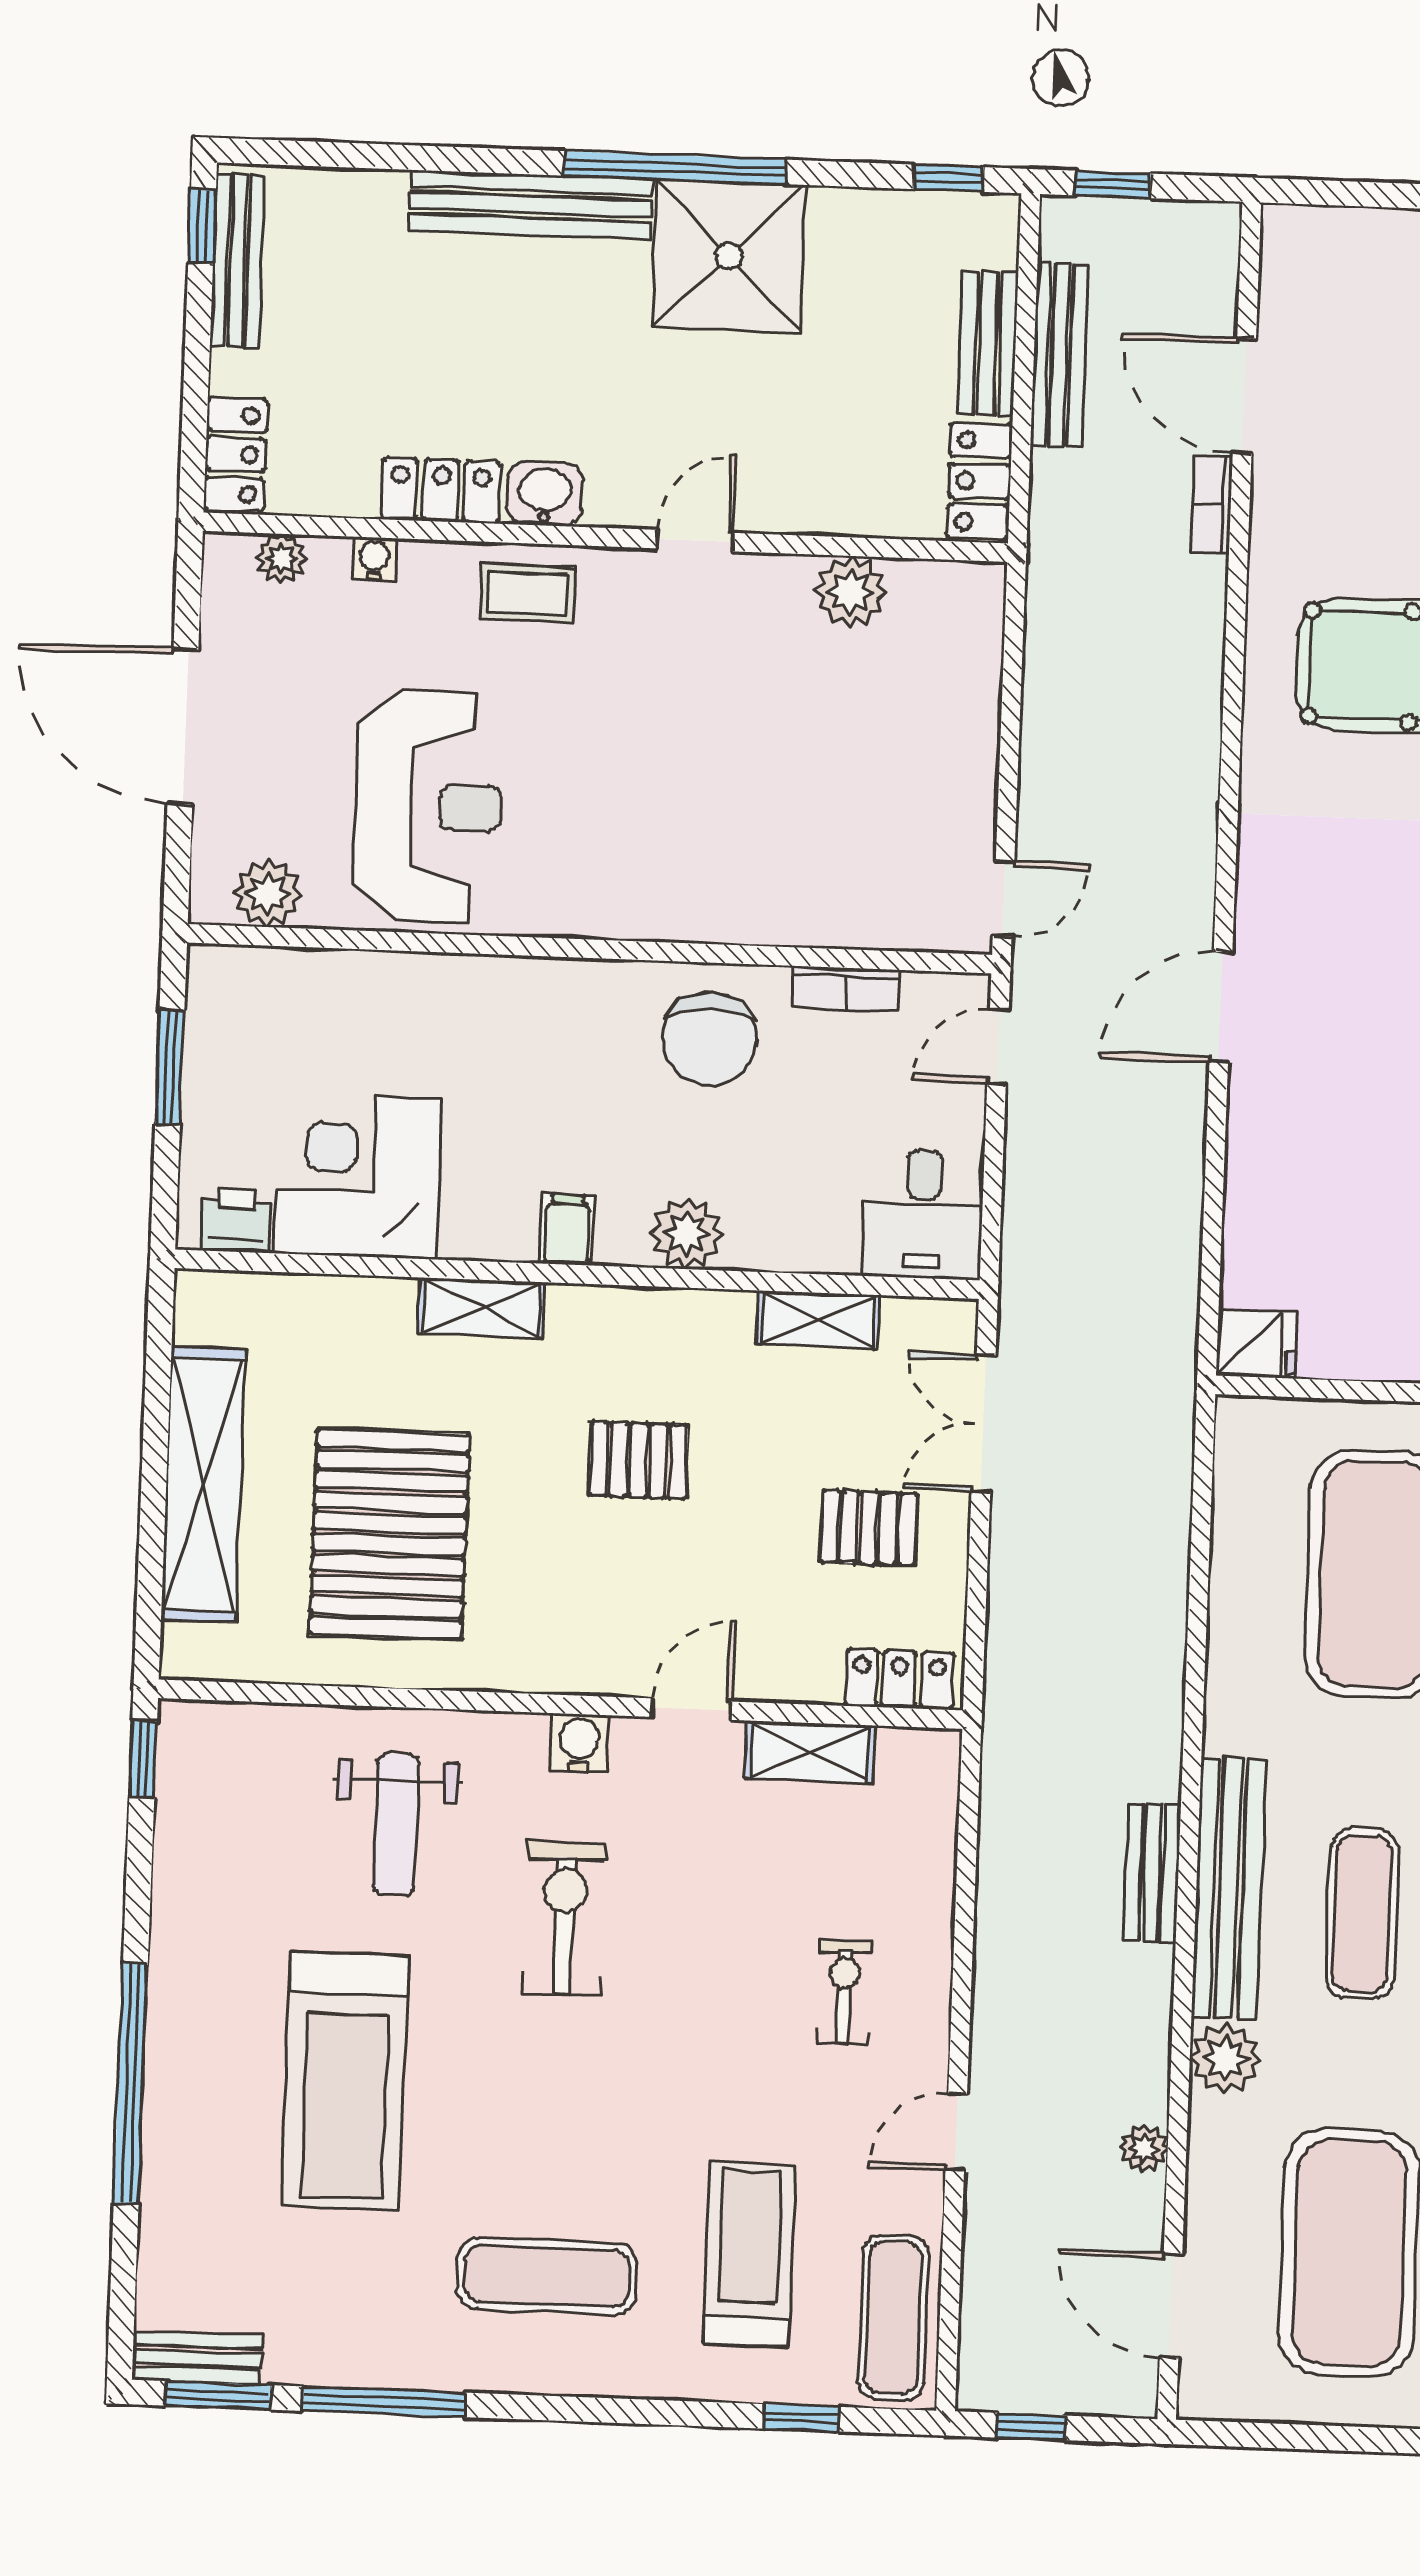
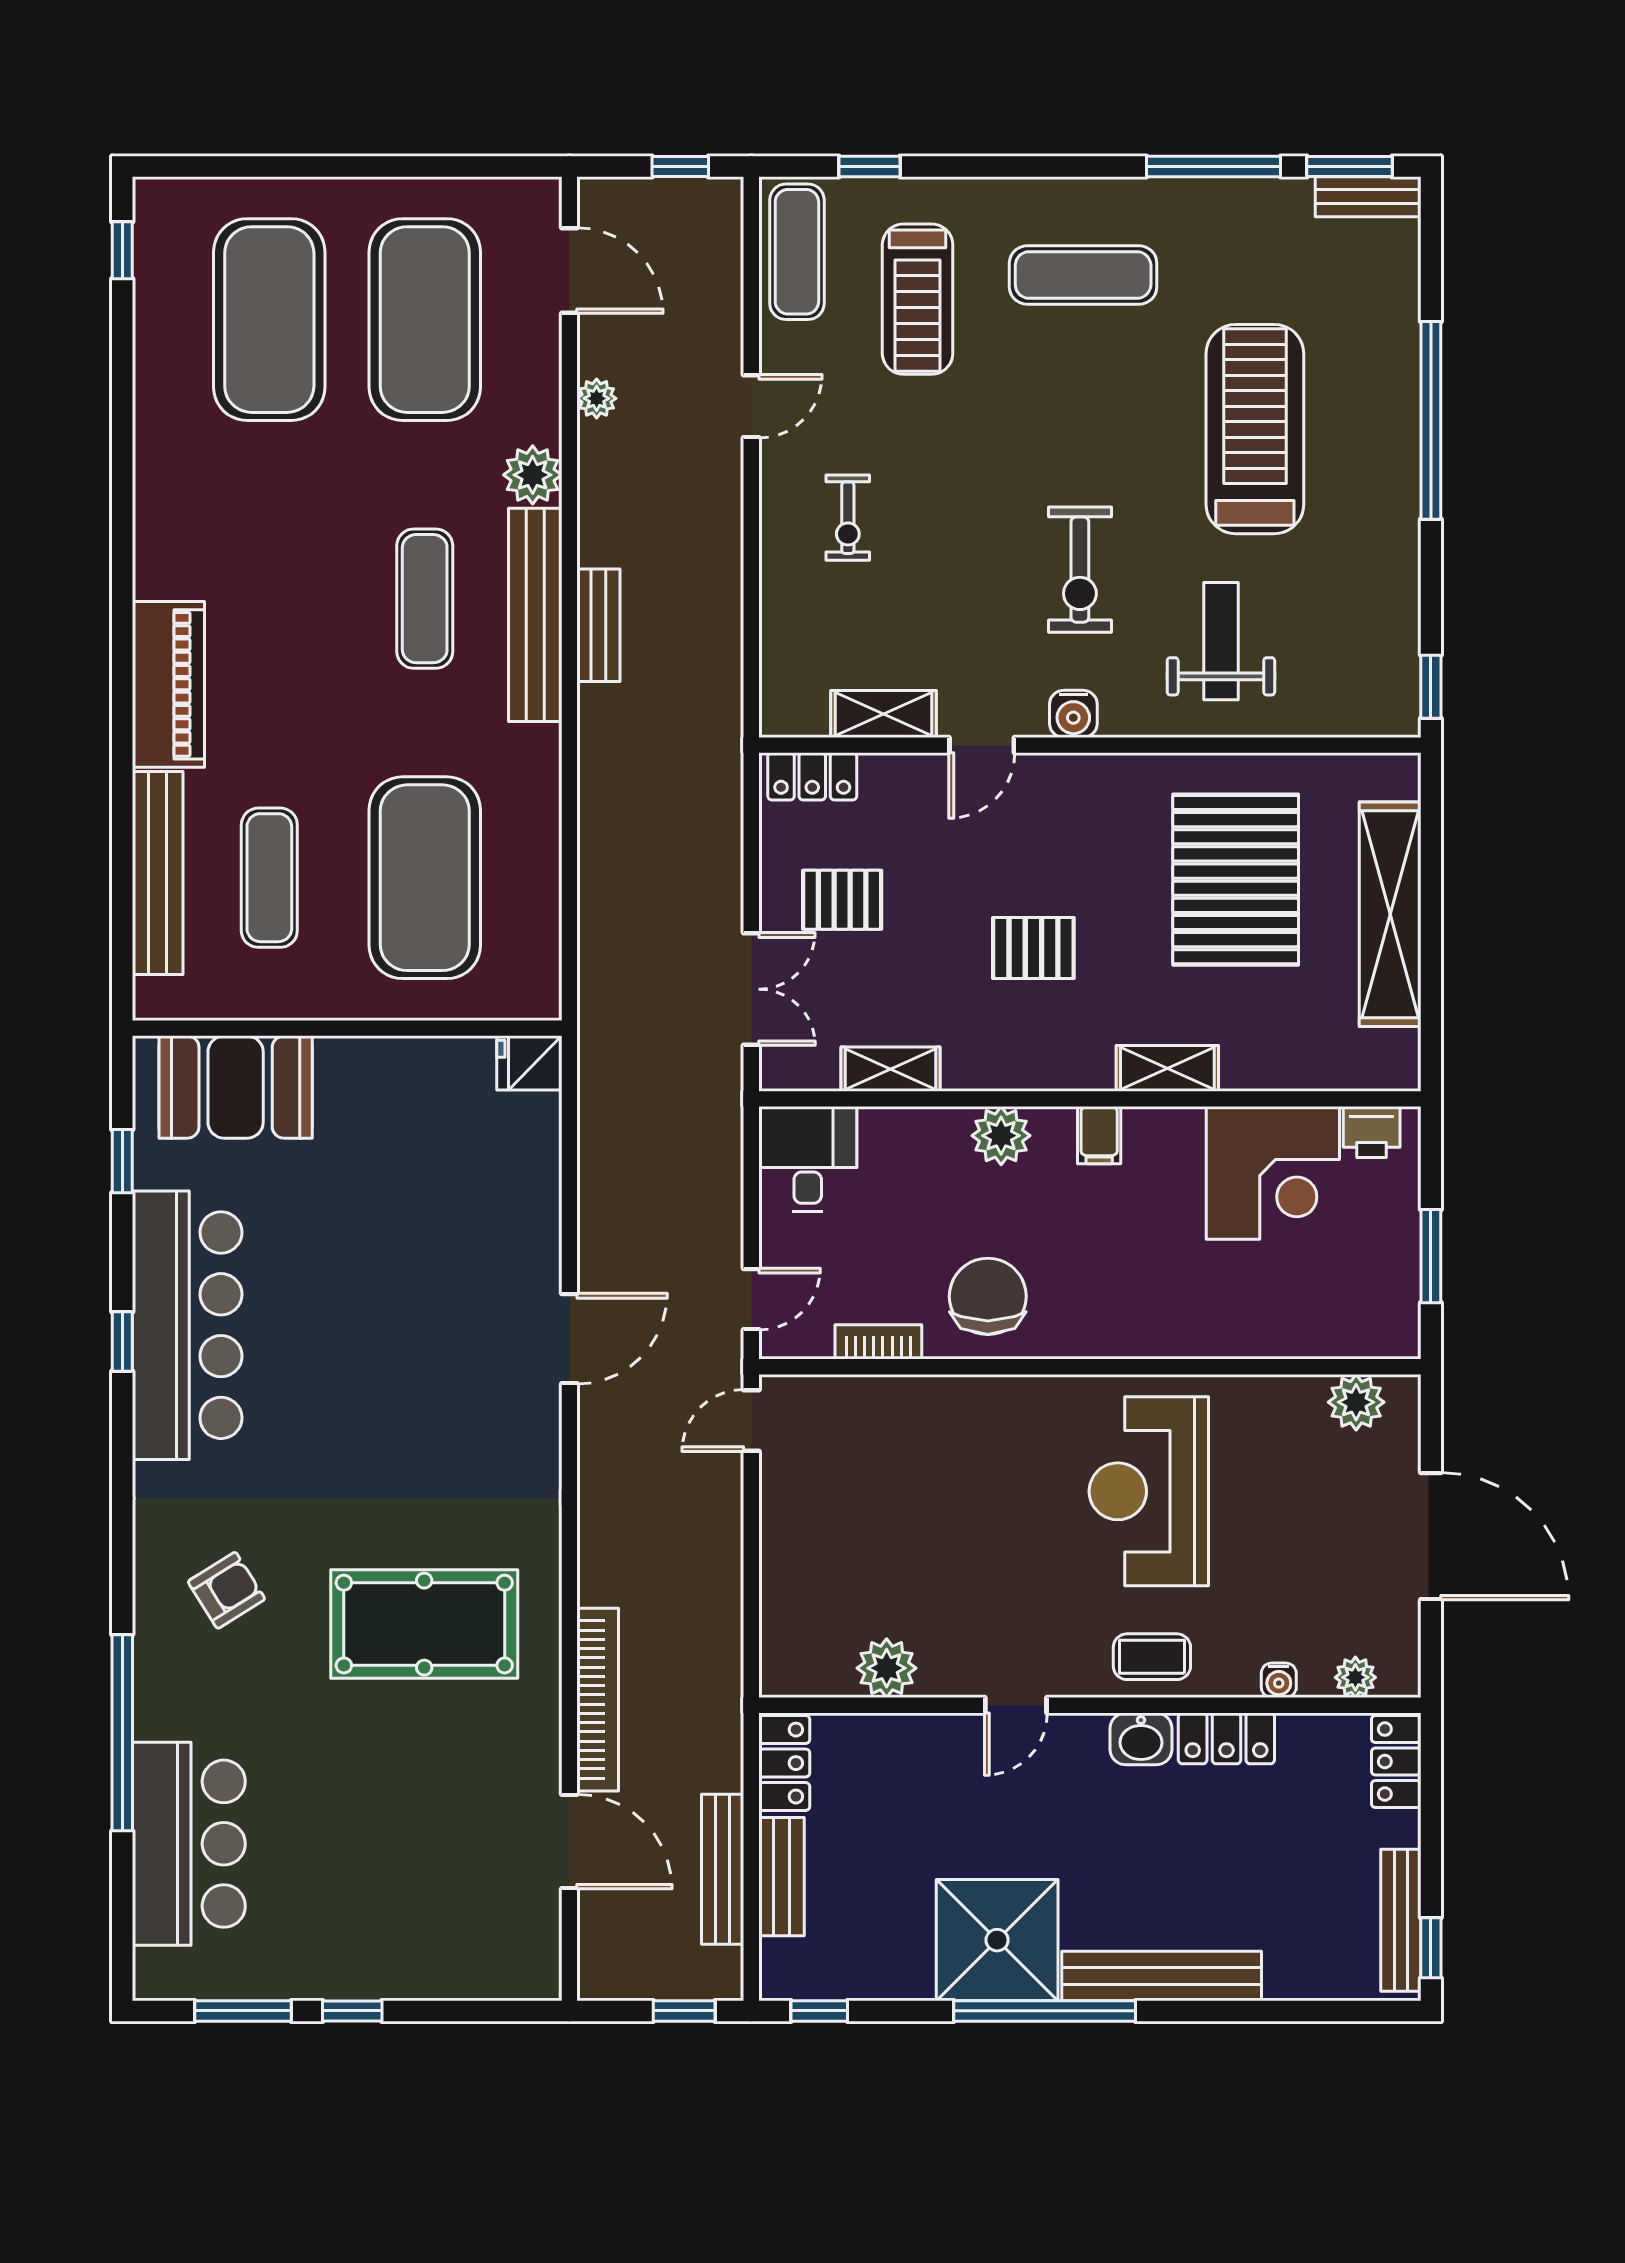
bookcase: (1212, 504) -> (598, 1700), width x2.31, depth x1.31
reception desk: (428, 806) -> (1149, 1491), moved

